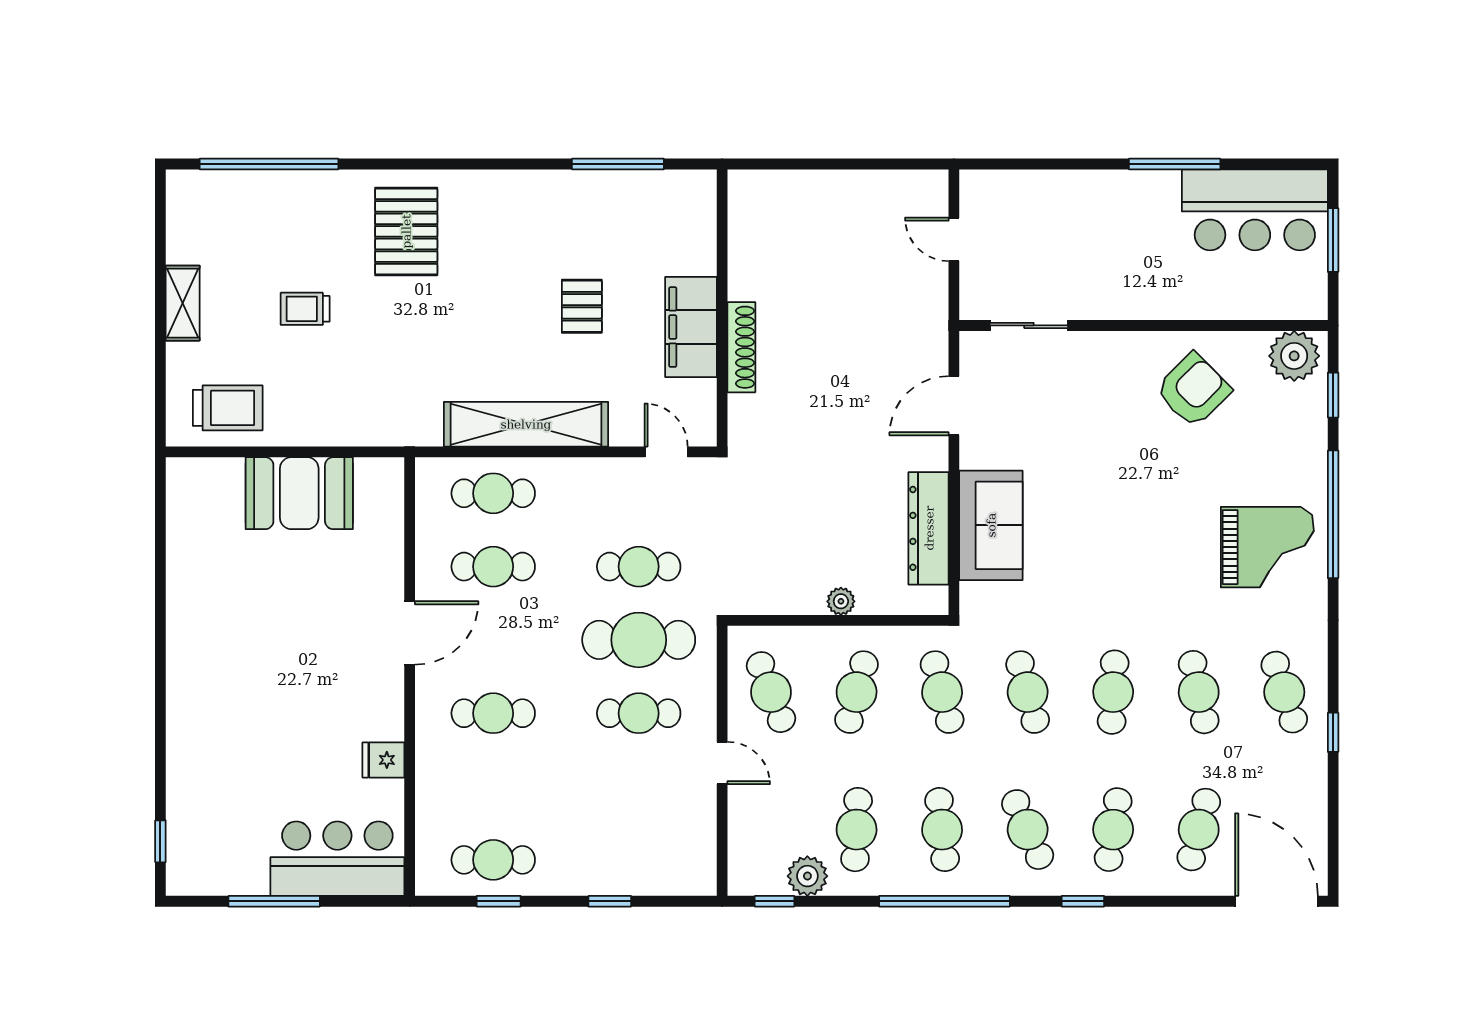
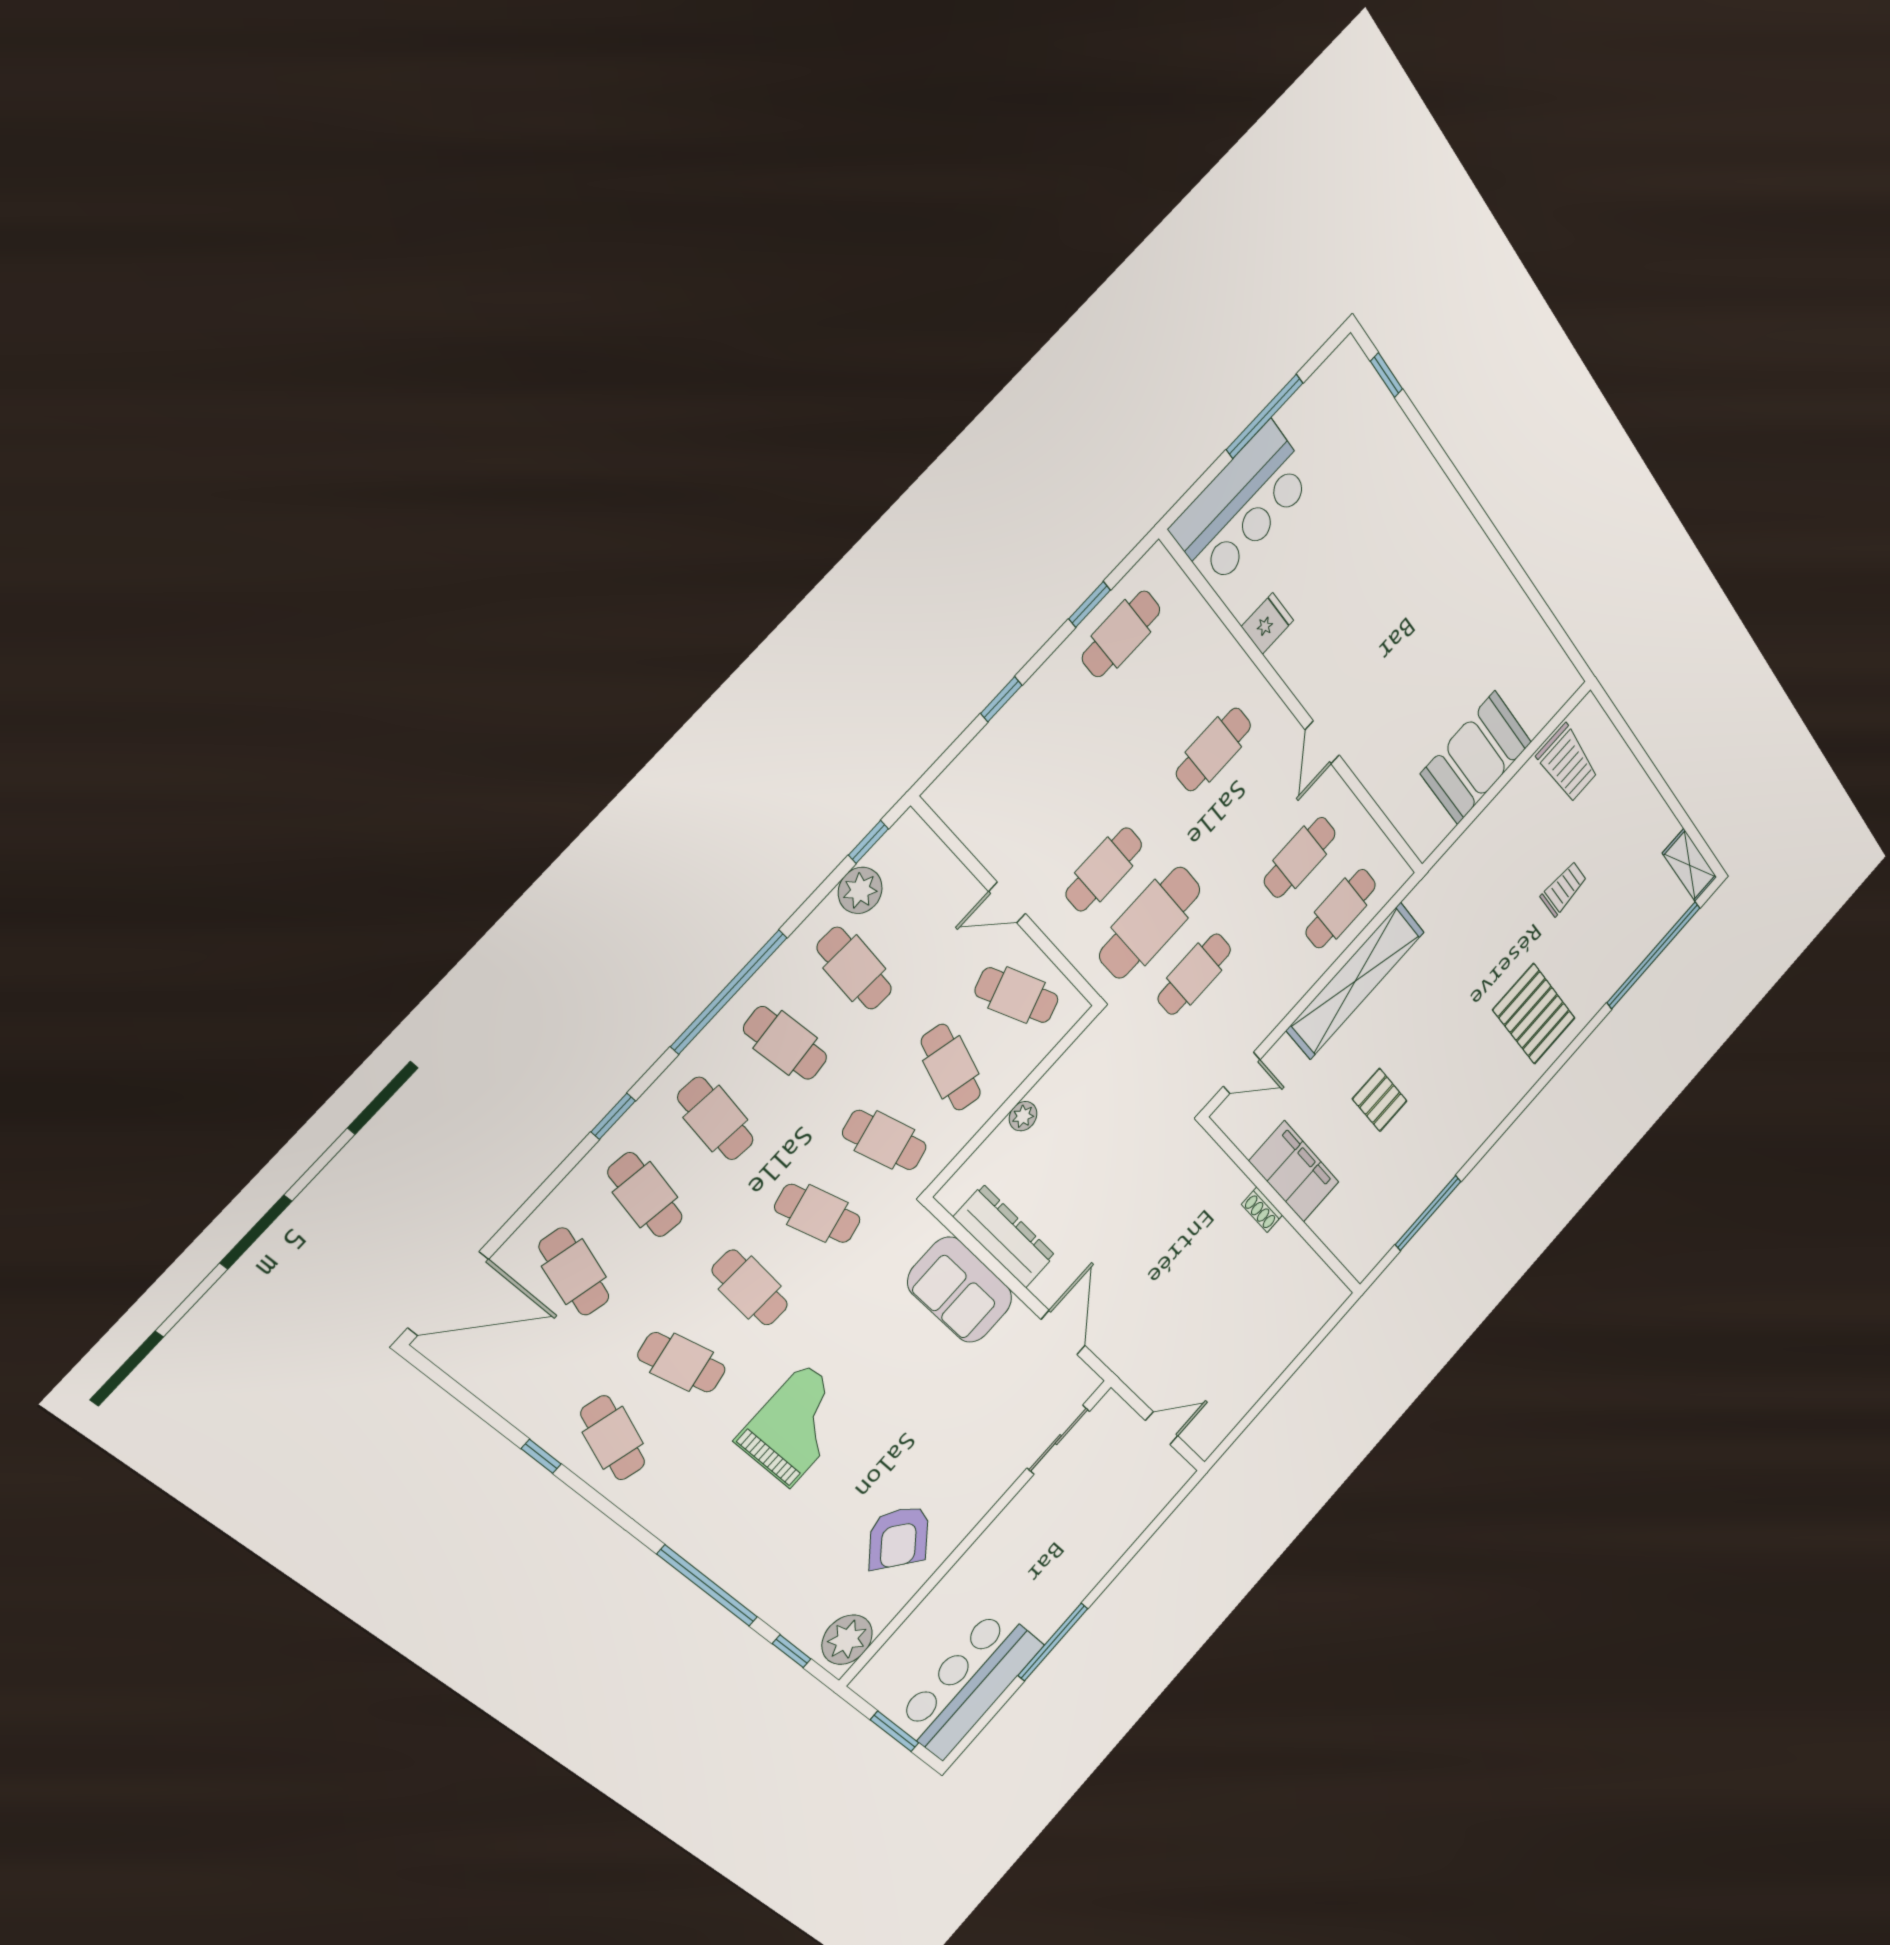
shelving: (183, 303) -> (1690, 865), moved
shoe rack: (741, 347) -> (1262, 1210), width x0.51, depth x0.81
trolley: (228, 408) -> (1568, 763), turned -90
grand piano: (1267, 547) -> (797, 1426), moved, turned 180
door: (410, 633) -> (1322, 742), width x0.73
cafe table: (1284, 692) -> (613, 1438), turned 36
cafe table: (1028, 830) -> (716, 1119), turned 30

